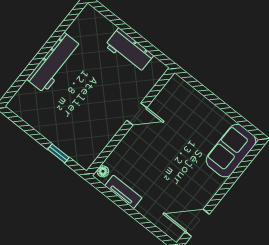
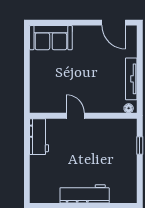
workbench: (129, 50) -> (39, 137), moved
tv unit: (123, 192) -> (131, 79), width x1.41

